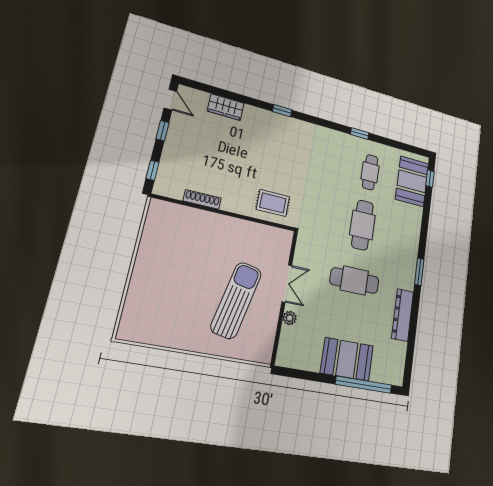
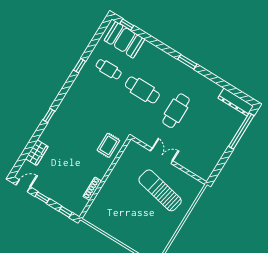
dresser: (403, 315) -> (236, 102), moved
plant: (290, 318) -> (183, 162), removed
booth: (347, 359) -> (222, 136), removed

